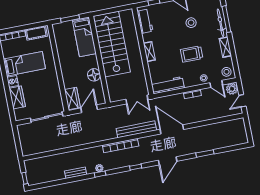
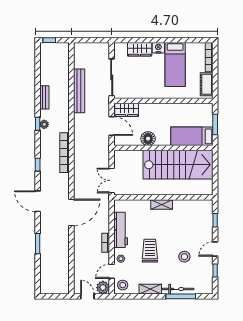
workbench: (145, 21) -> (196, 206), removed
workbench: (168, 85) -> (121, 230), moved
bench: (136, 129) -> (79, 91), moved

